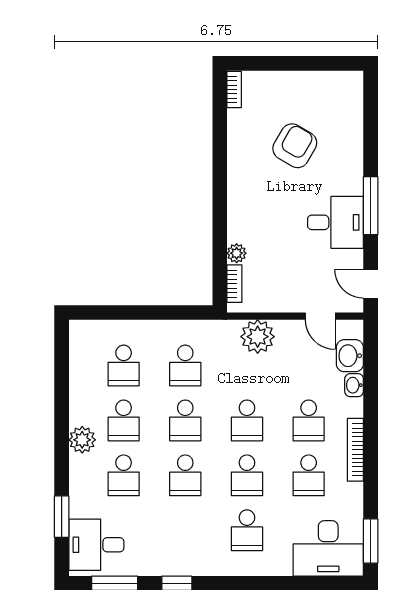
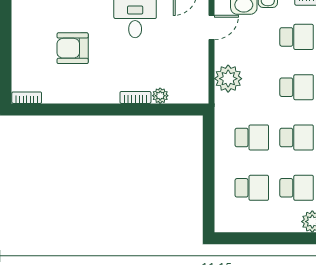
armchair: (295, 146) -> (73, 48), turned -30
bookcase: (234, 284) -> (135, 97), moved

